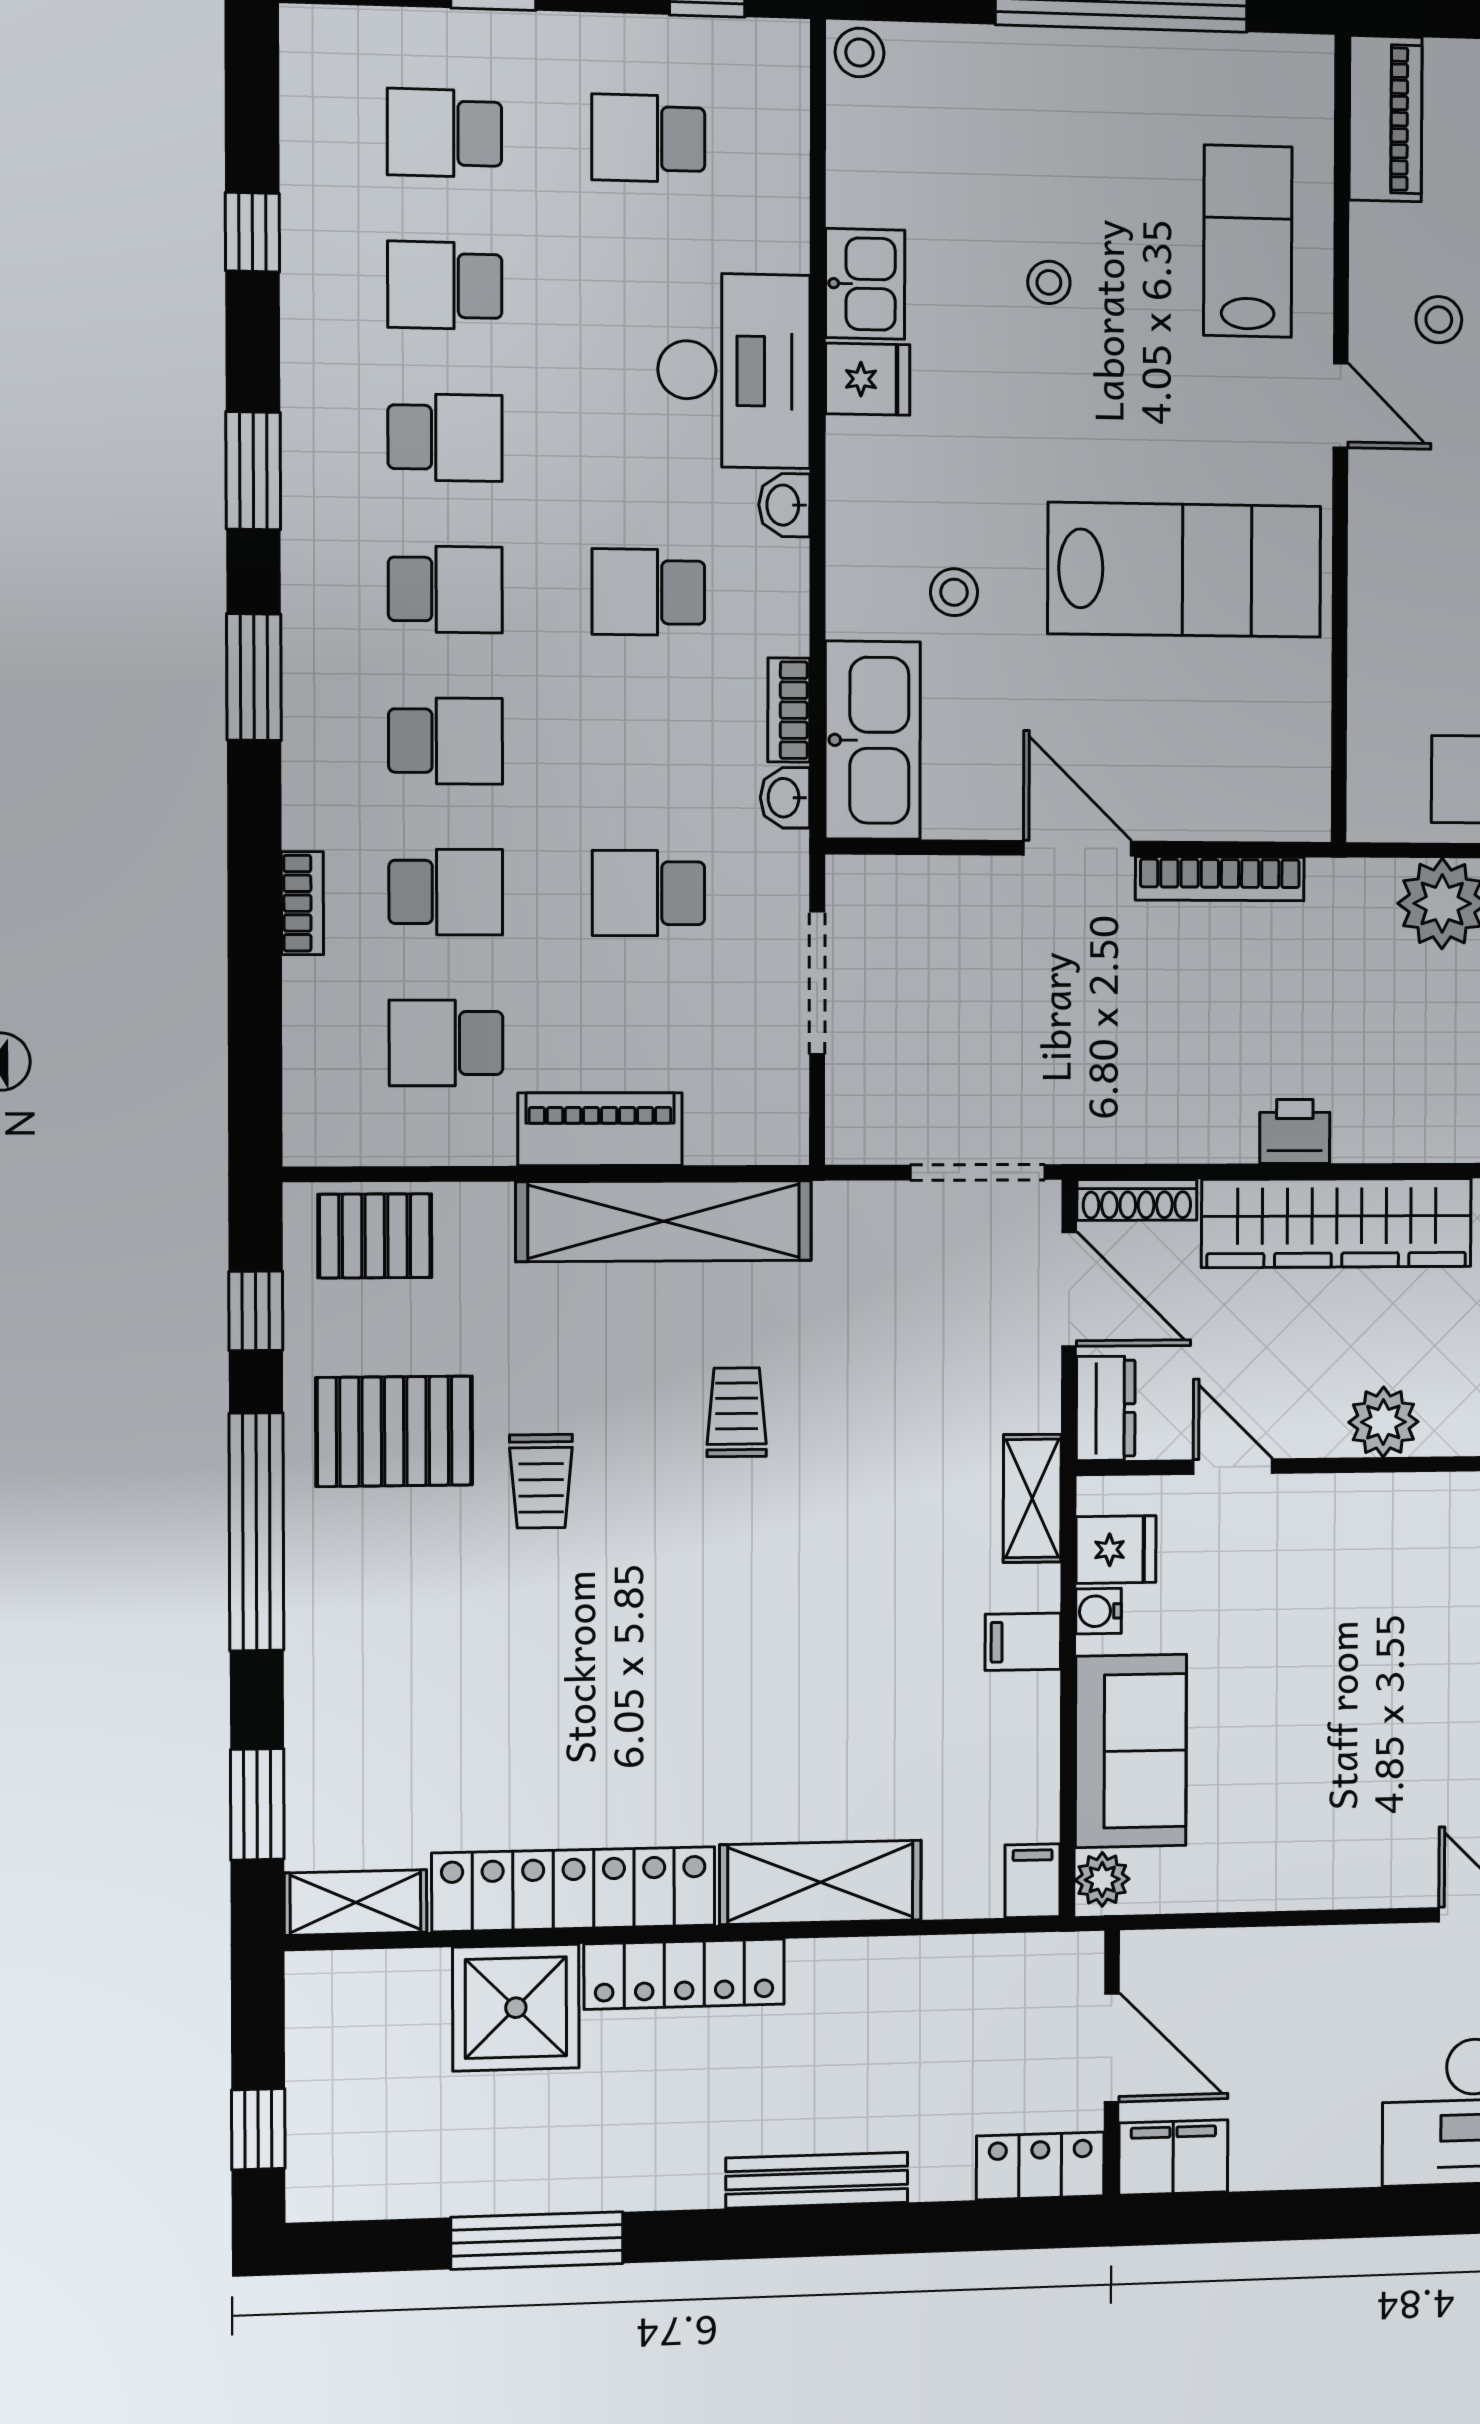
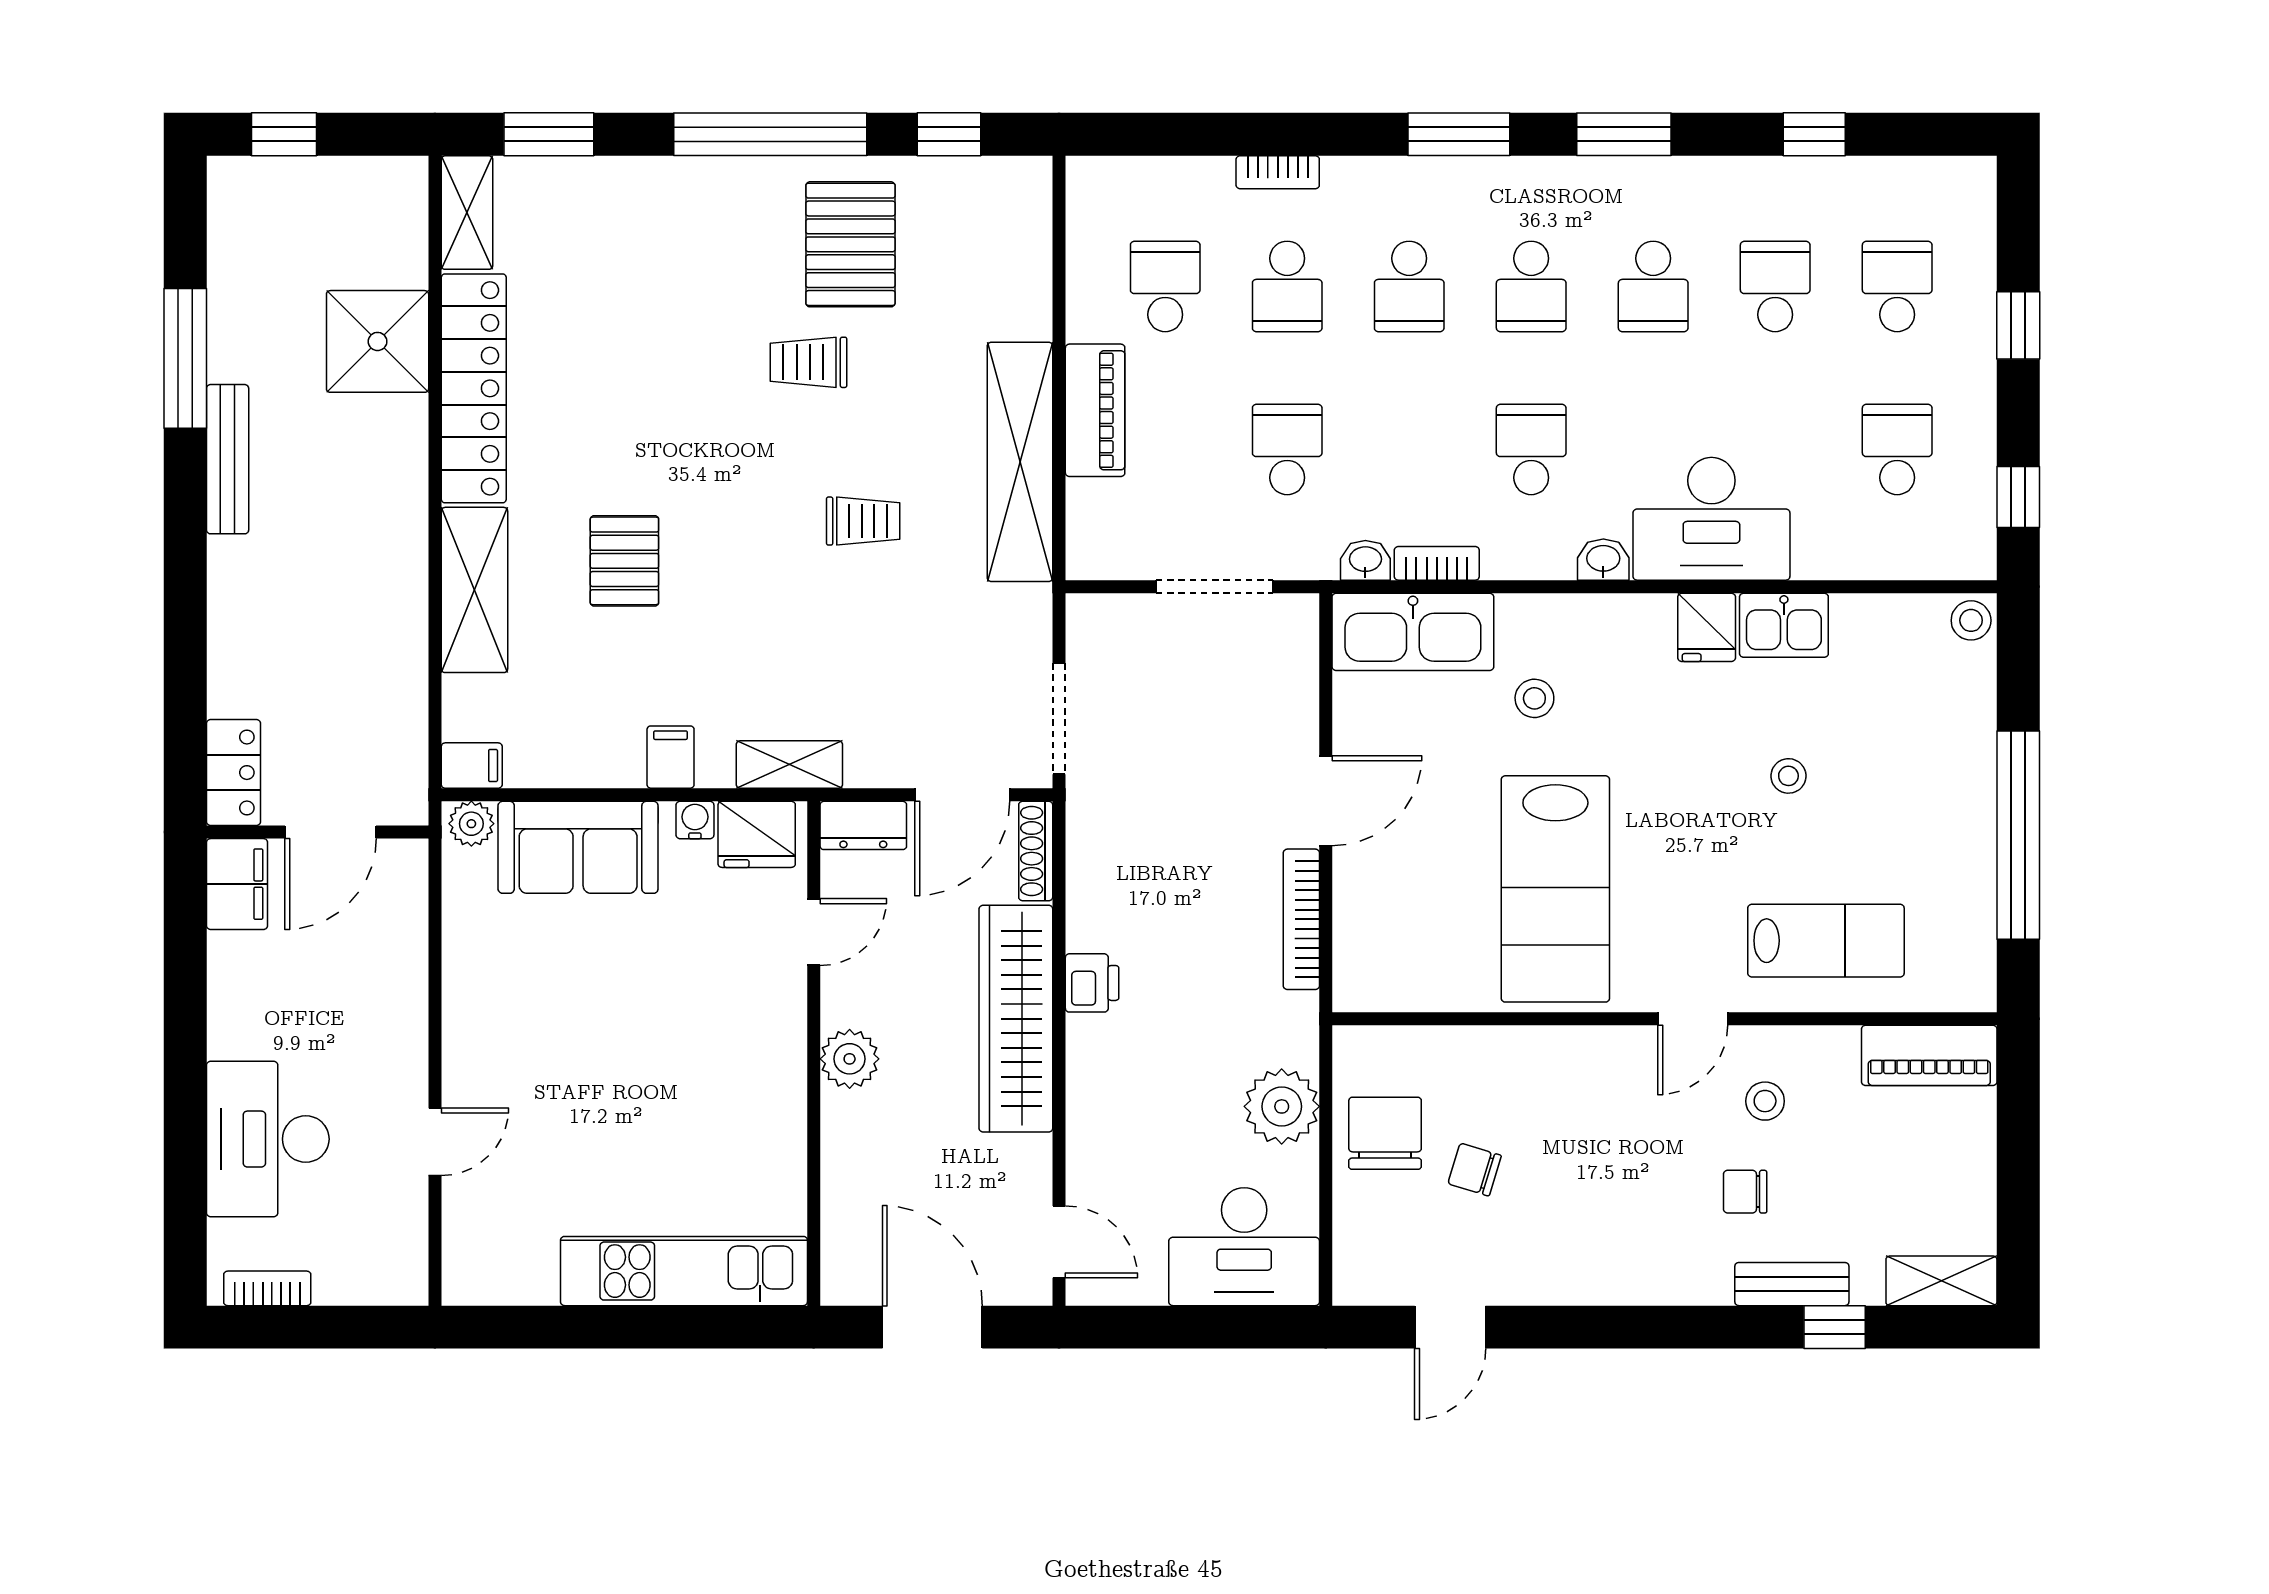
pallet: (375, 1236) -> (624, 561), moved
fridge: (1116, 1550) -> (757, 834), width x1.38
locker: (684, 1974) -> (402, 478), removed
bench: (817, 2180) -> (228, 459), moved

